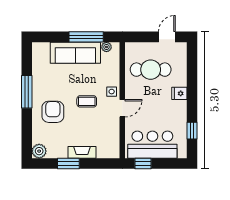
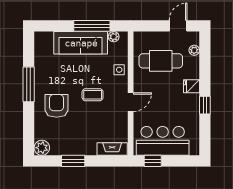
plant: (182, 60) -> (194, 50), added
side table: (112, 92) -> (119, 70), moved
window: (192, 131) -> (205, 105), moved
fireplace: (82, 152) -> (112, 149), moved

